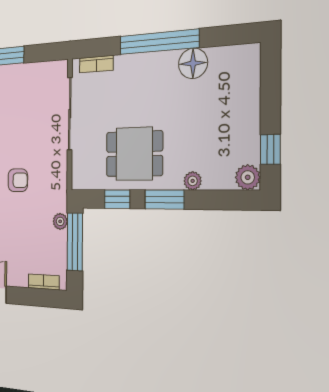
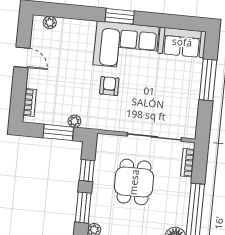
dining table: (134, 154) -> (134, 182), moved
armchair: (18, 180) -> (109, 86), turned 180
window: (75, 242) -> (58, 132), width x0.69

